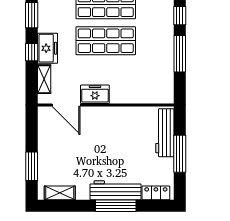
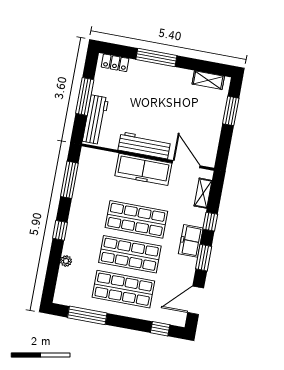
freezer: (47, 48) -> (191, 241), moved
window: (180, 54) -> (69, 180), moved
freezer: (95, 94) -> (143, 169), width x1.91, depth x1.26
workbench: (116, 190) -> (144, 145), moved, turned 180

